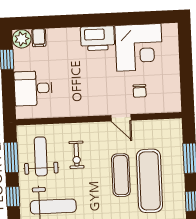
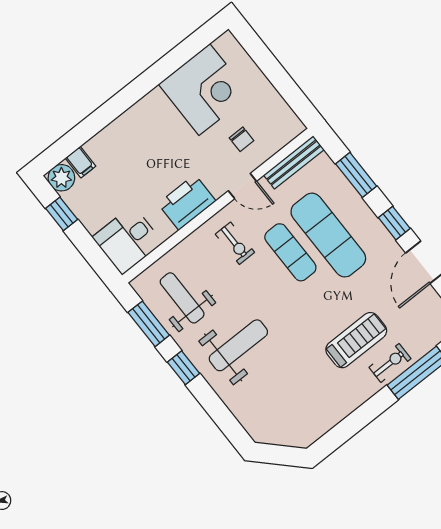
printer: (98, 38) -> (187, 202), moved, turned 180
desk: (33, 88) -> (128, 240), moved
bench: (160, 125) -> (294, 162), added
exercise bike: (76, 155) -> (235, 243), moved

